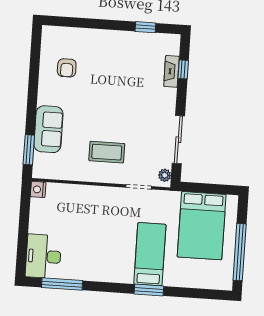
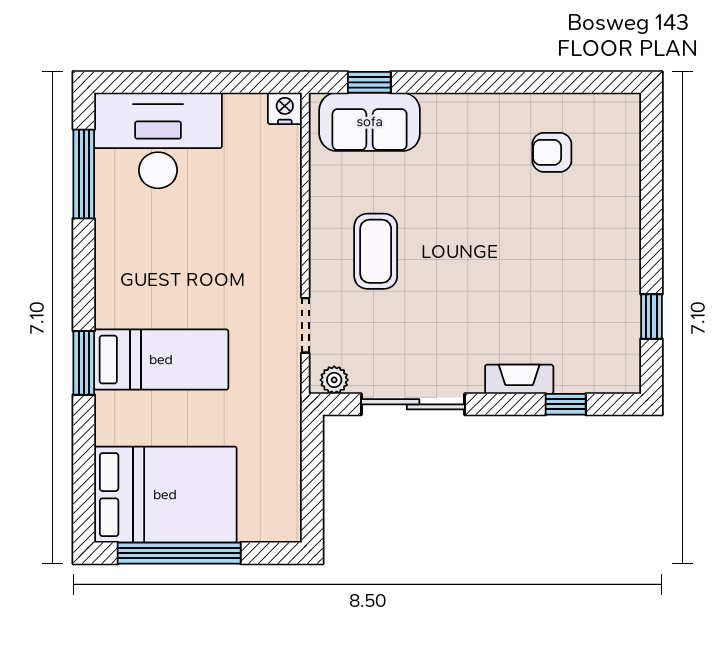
fireplace: (171, 71) -> (519, 379), moved
sofa: (48, 129) -> (370, 122), moved
window: (29, 150) -> (369, 82), width x0.67
bed: (202, 226) -> (165, 495), moved, turned 180
desk: (43, 256) -> (158, 141), width x1.36, depth x1.30

